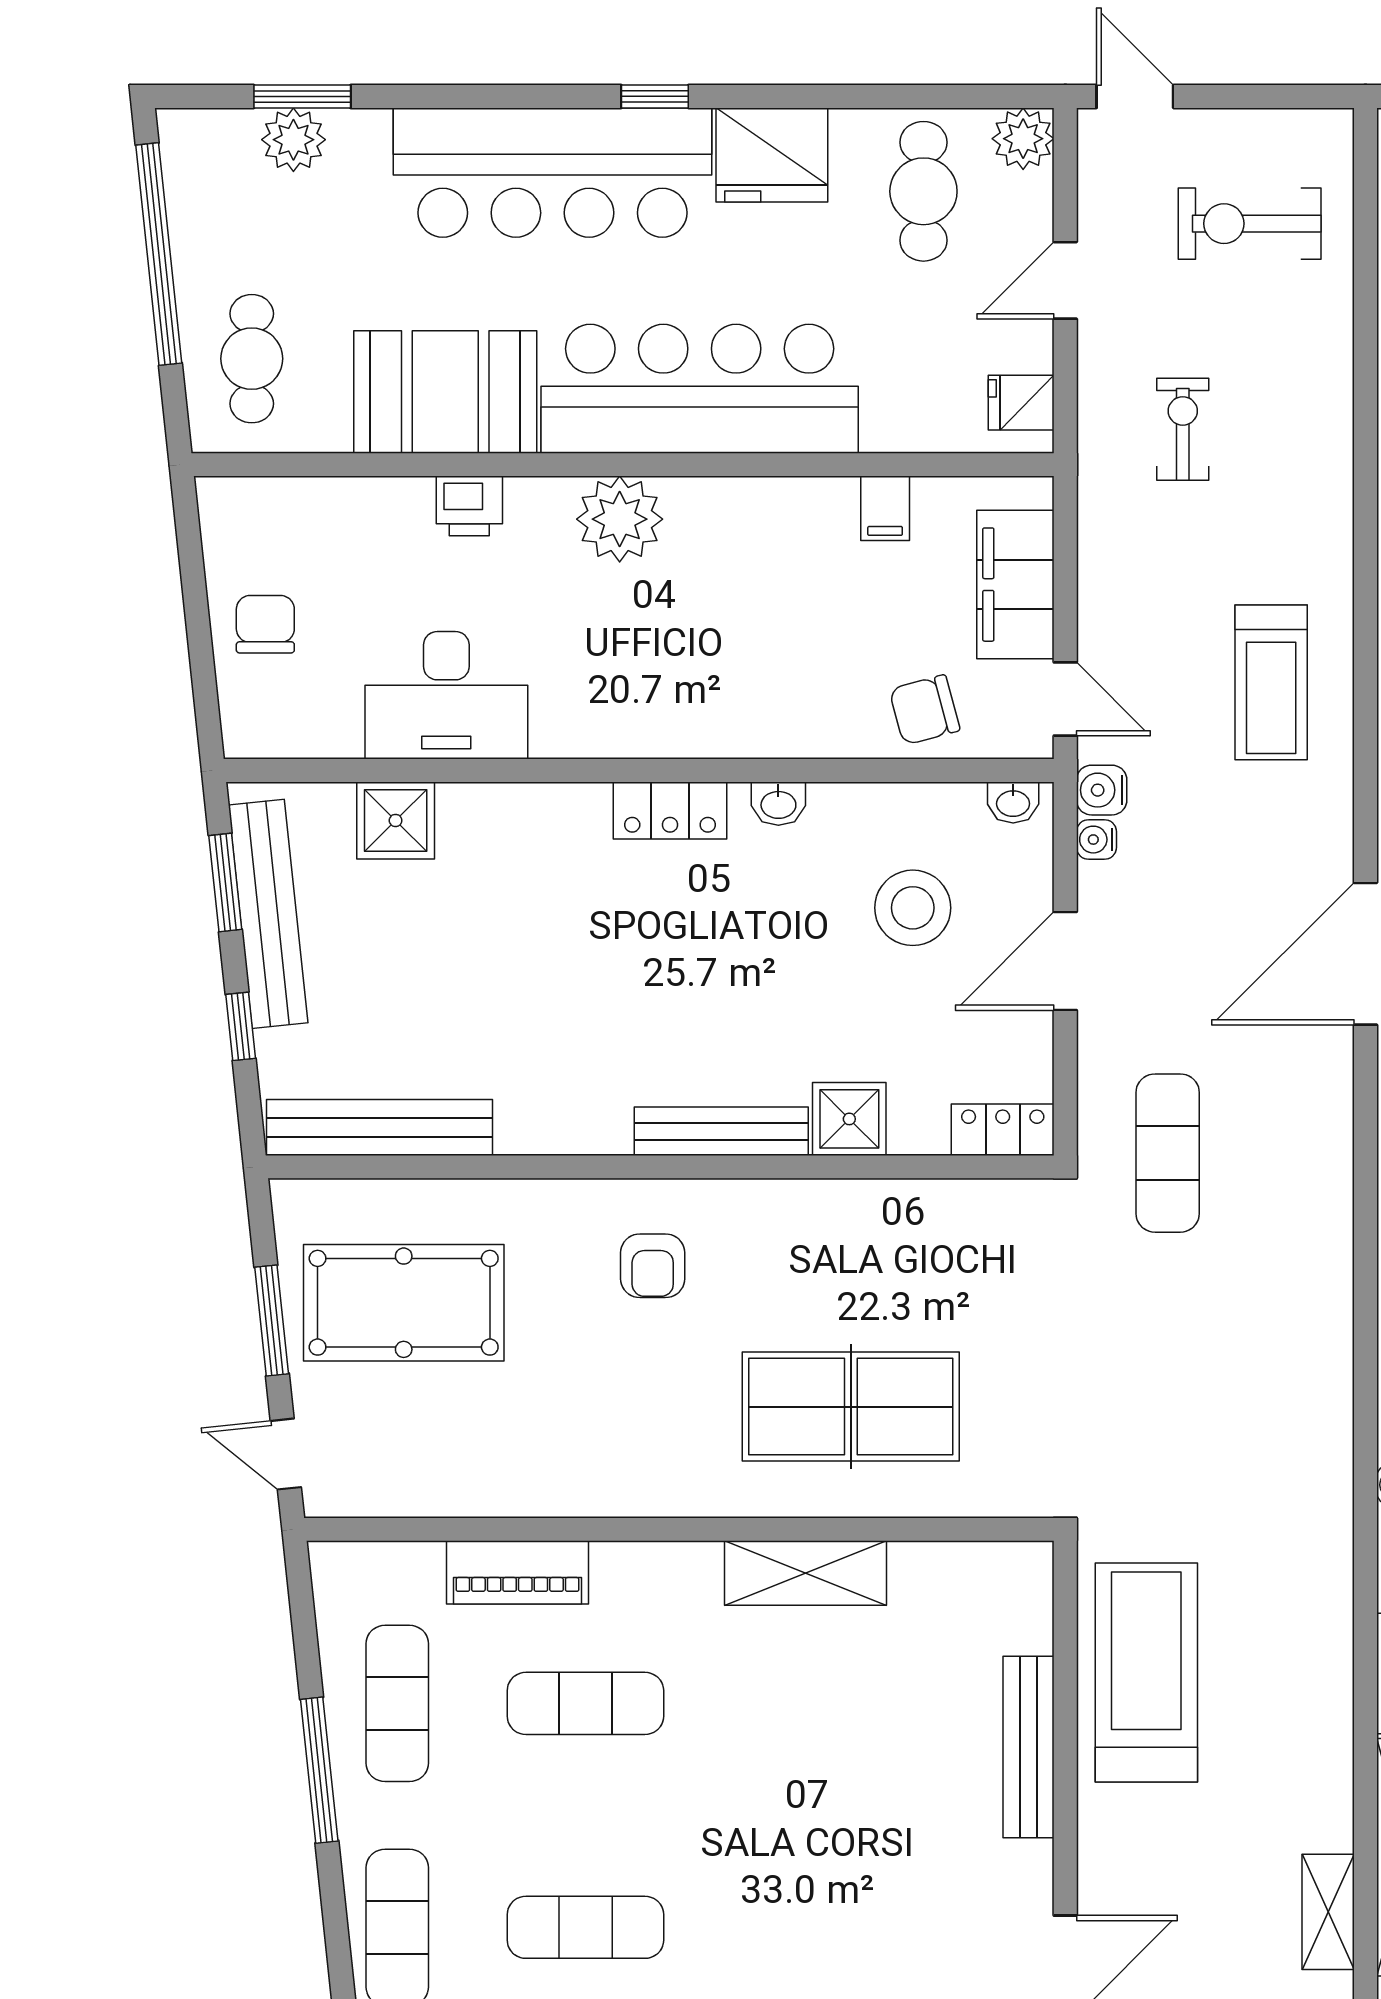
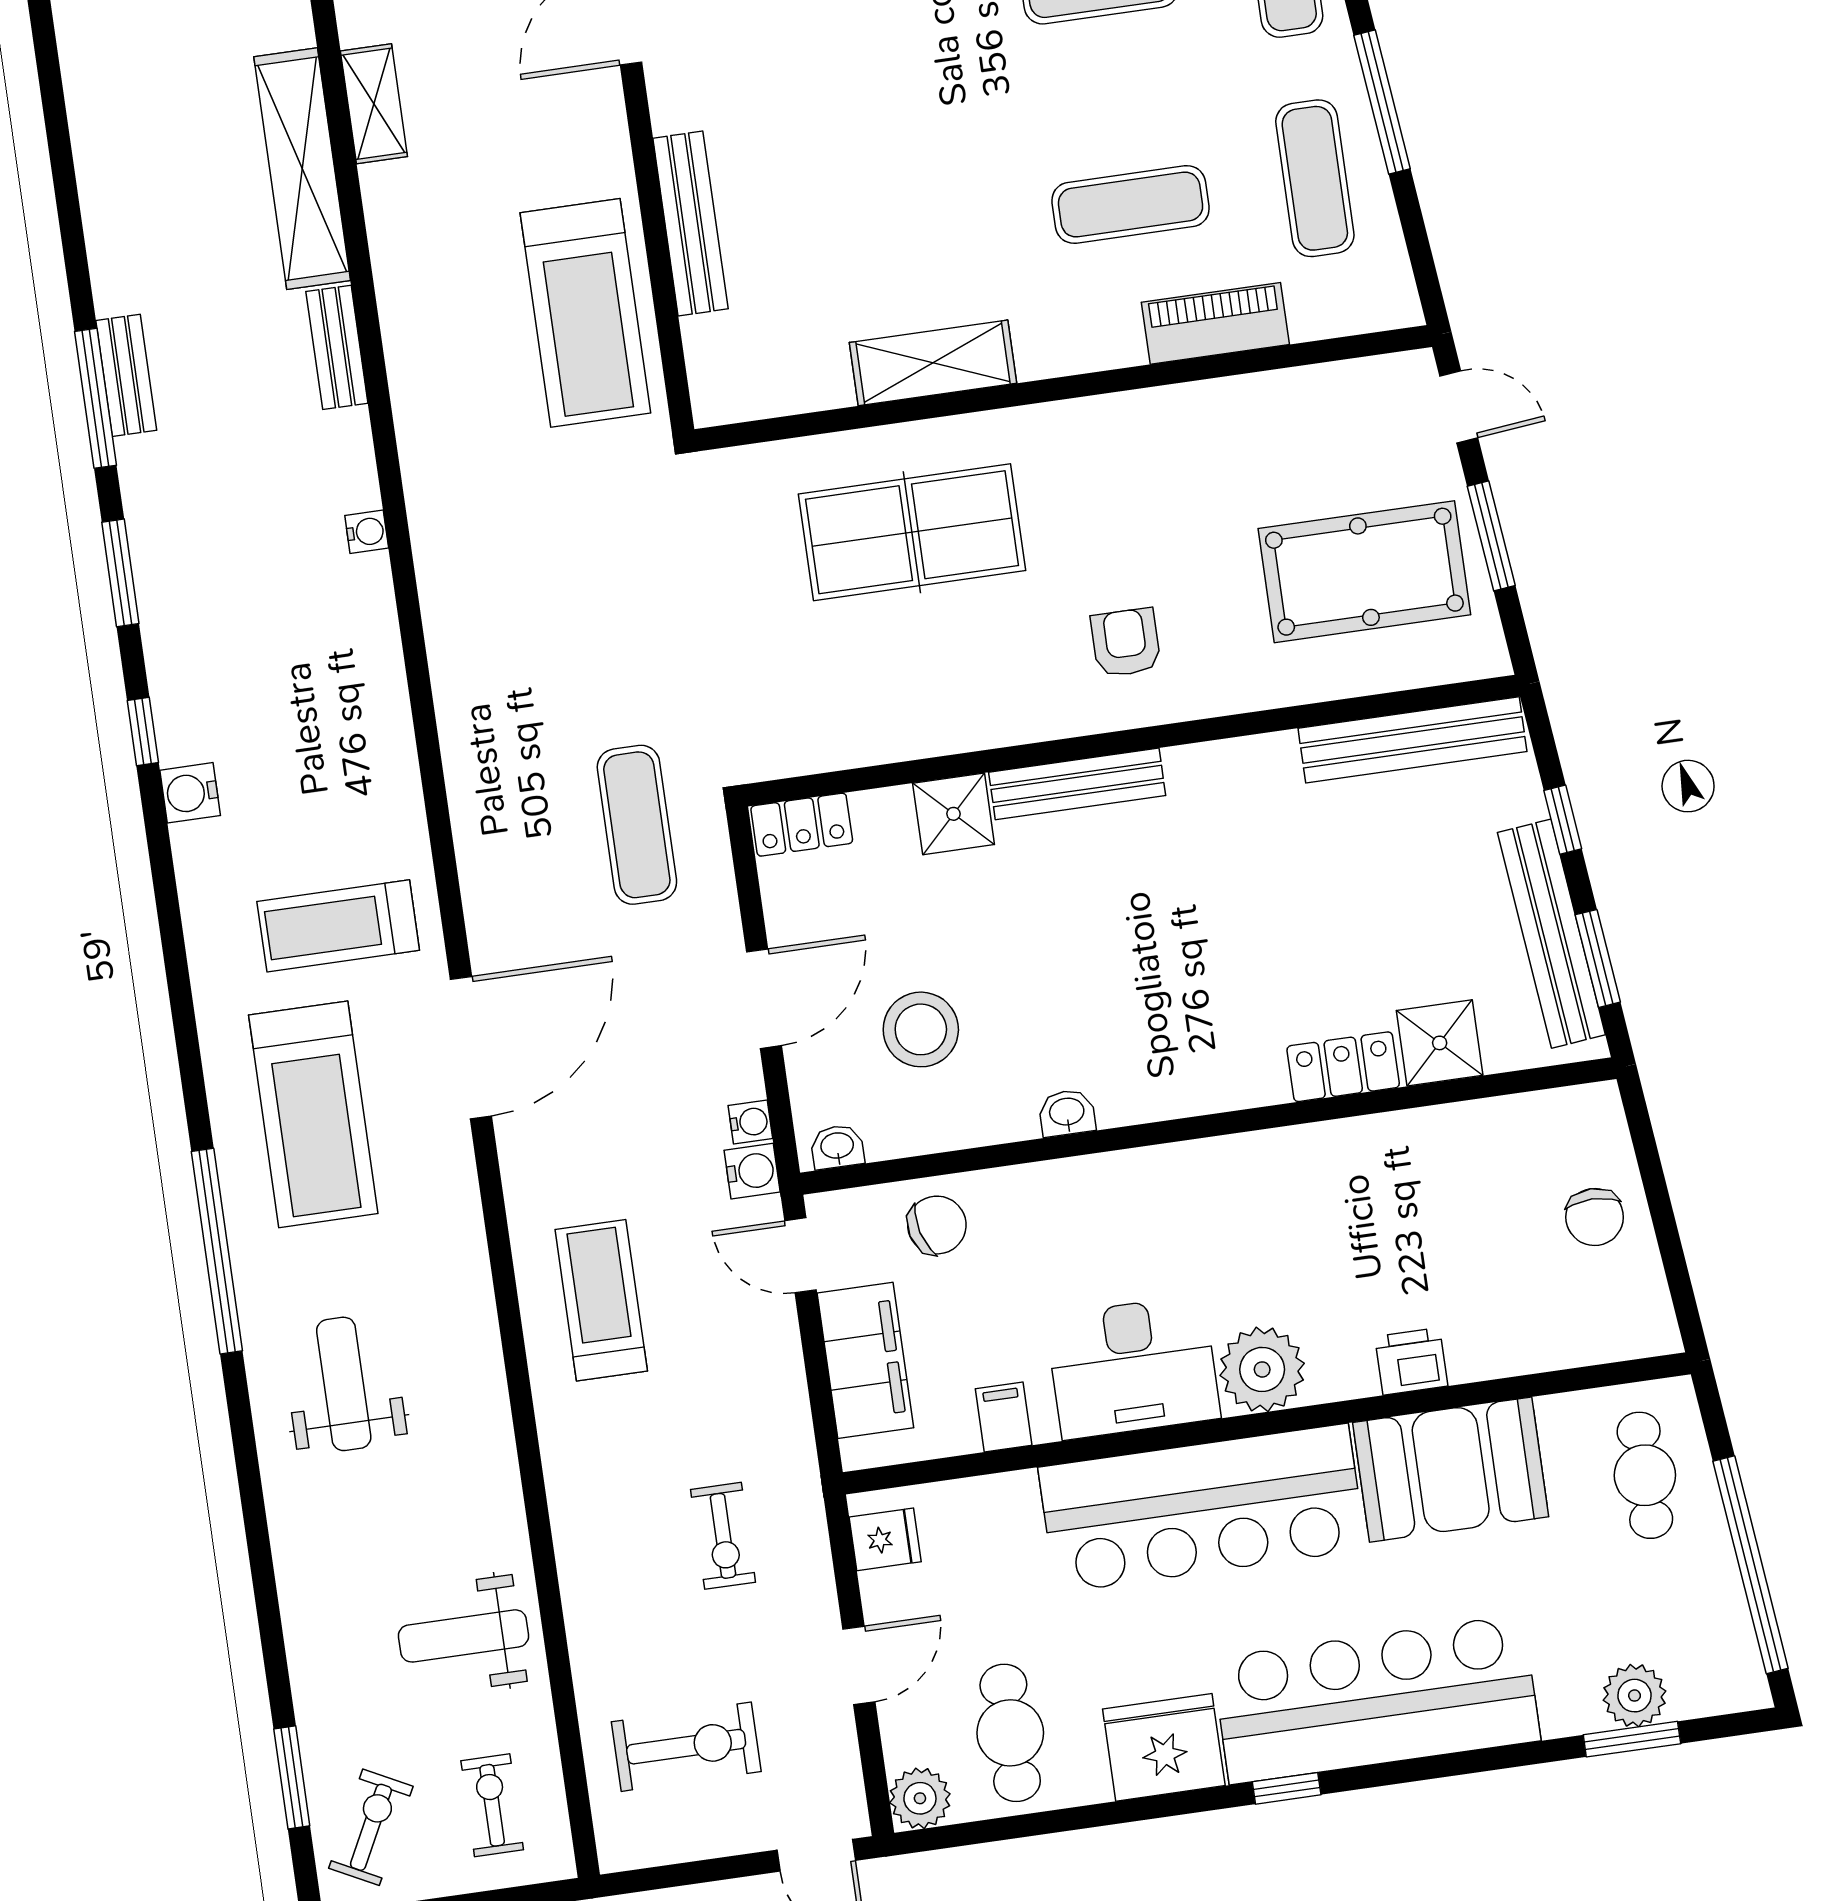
desk: (446, 695) -> (1133, 1367), moved, turned 180
locker: (670, 810) -> (1343, 1067), moved

